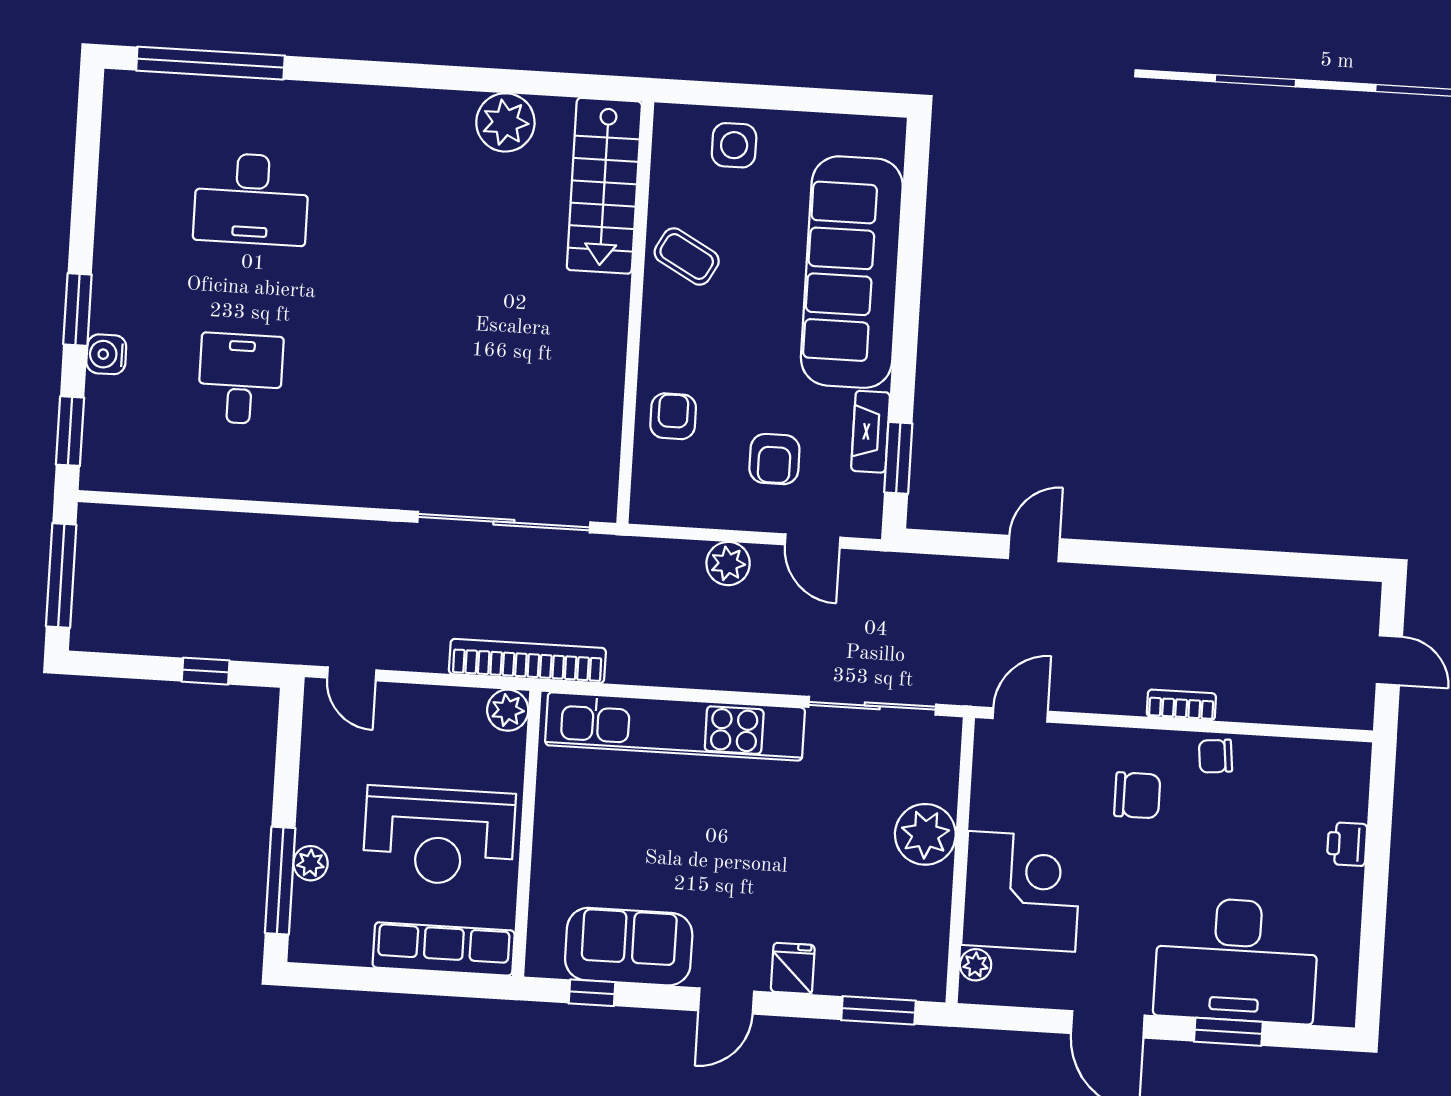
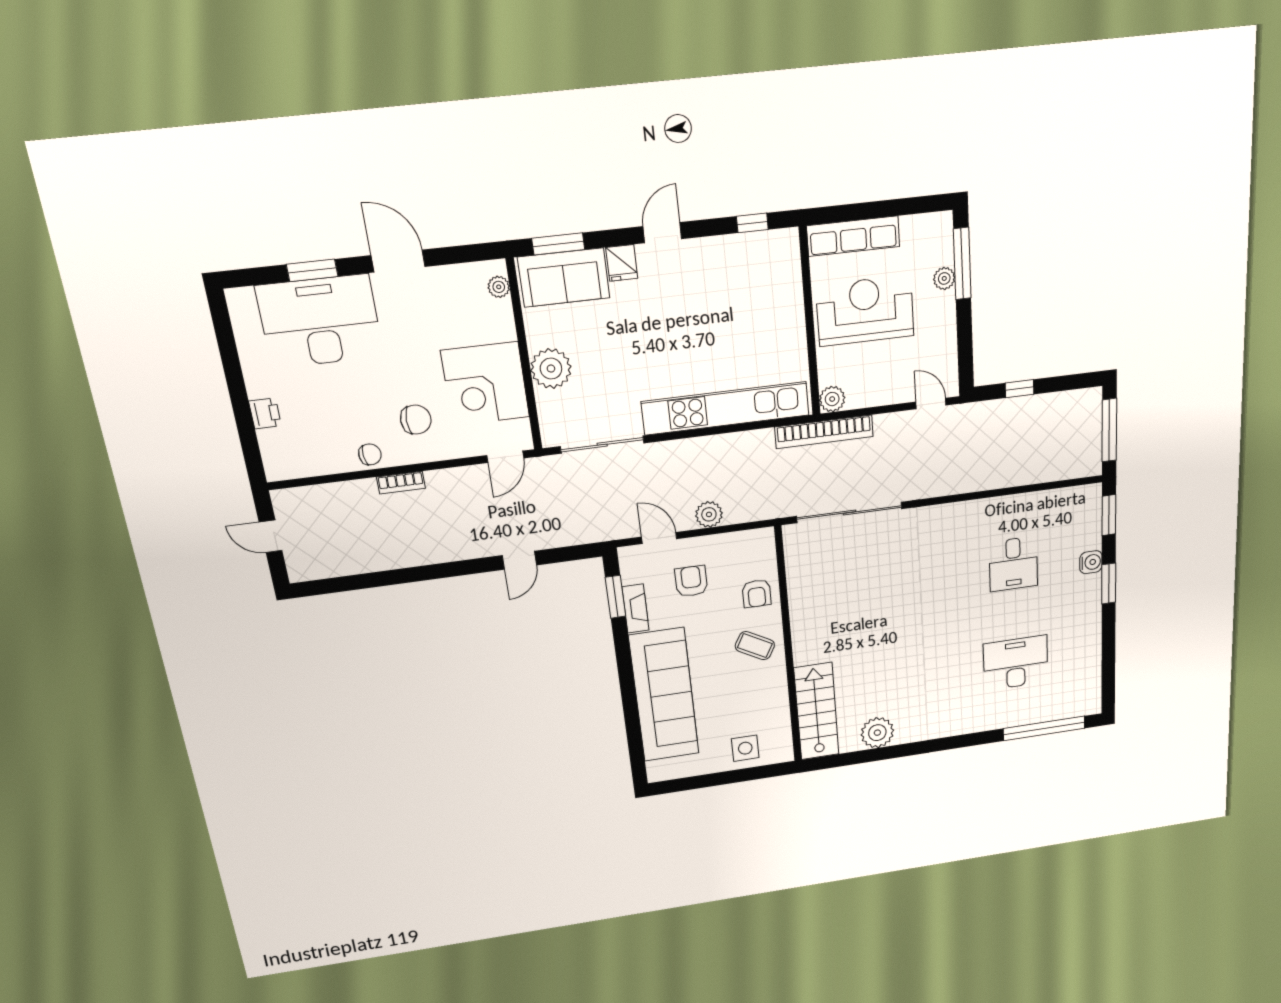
coffee table: (687, 257) -> (755, 646), moved
chair: (1137, 795) -> (416, 420), turned 180
corner desk: (1022, 891) -> (485, 384), moved
sofa: (629, 947) -> (564, 278), moved

